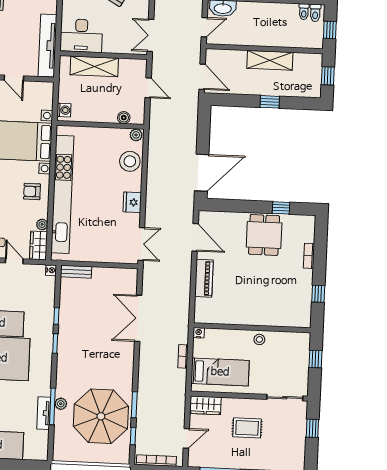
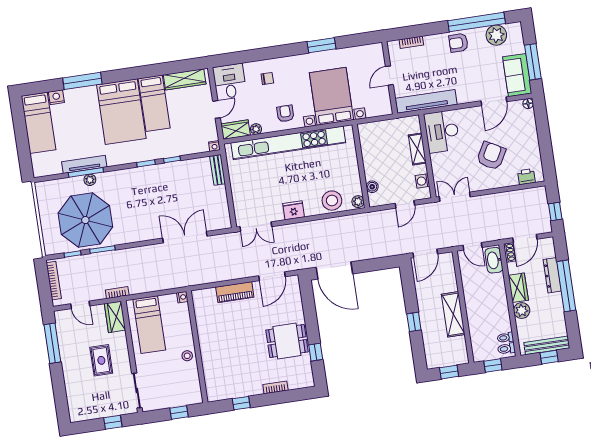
shelving: (94, 66) -> (417, 149), width x0.67, depth x0.75
washing machine: (64, 110) -> (422, 181), moved, turned 90
bookcase: (183, 356) -> (117, 293), moved
tv unit: (44, 413) -> (84, 164), width x1.41

